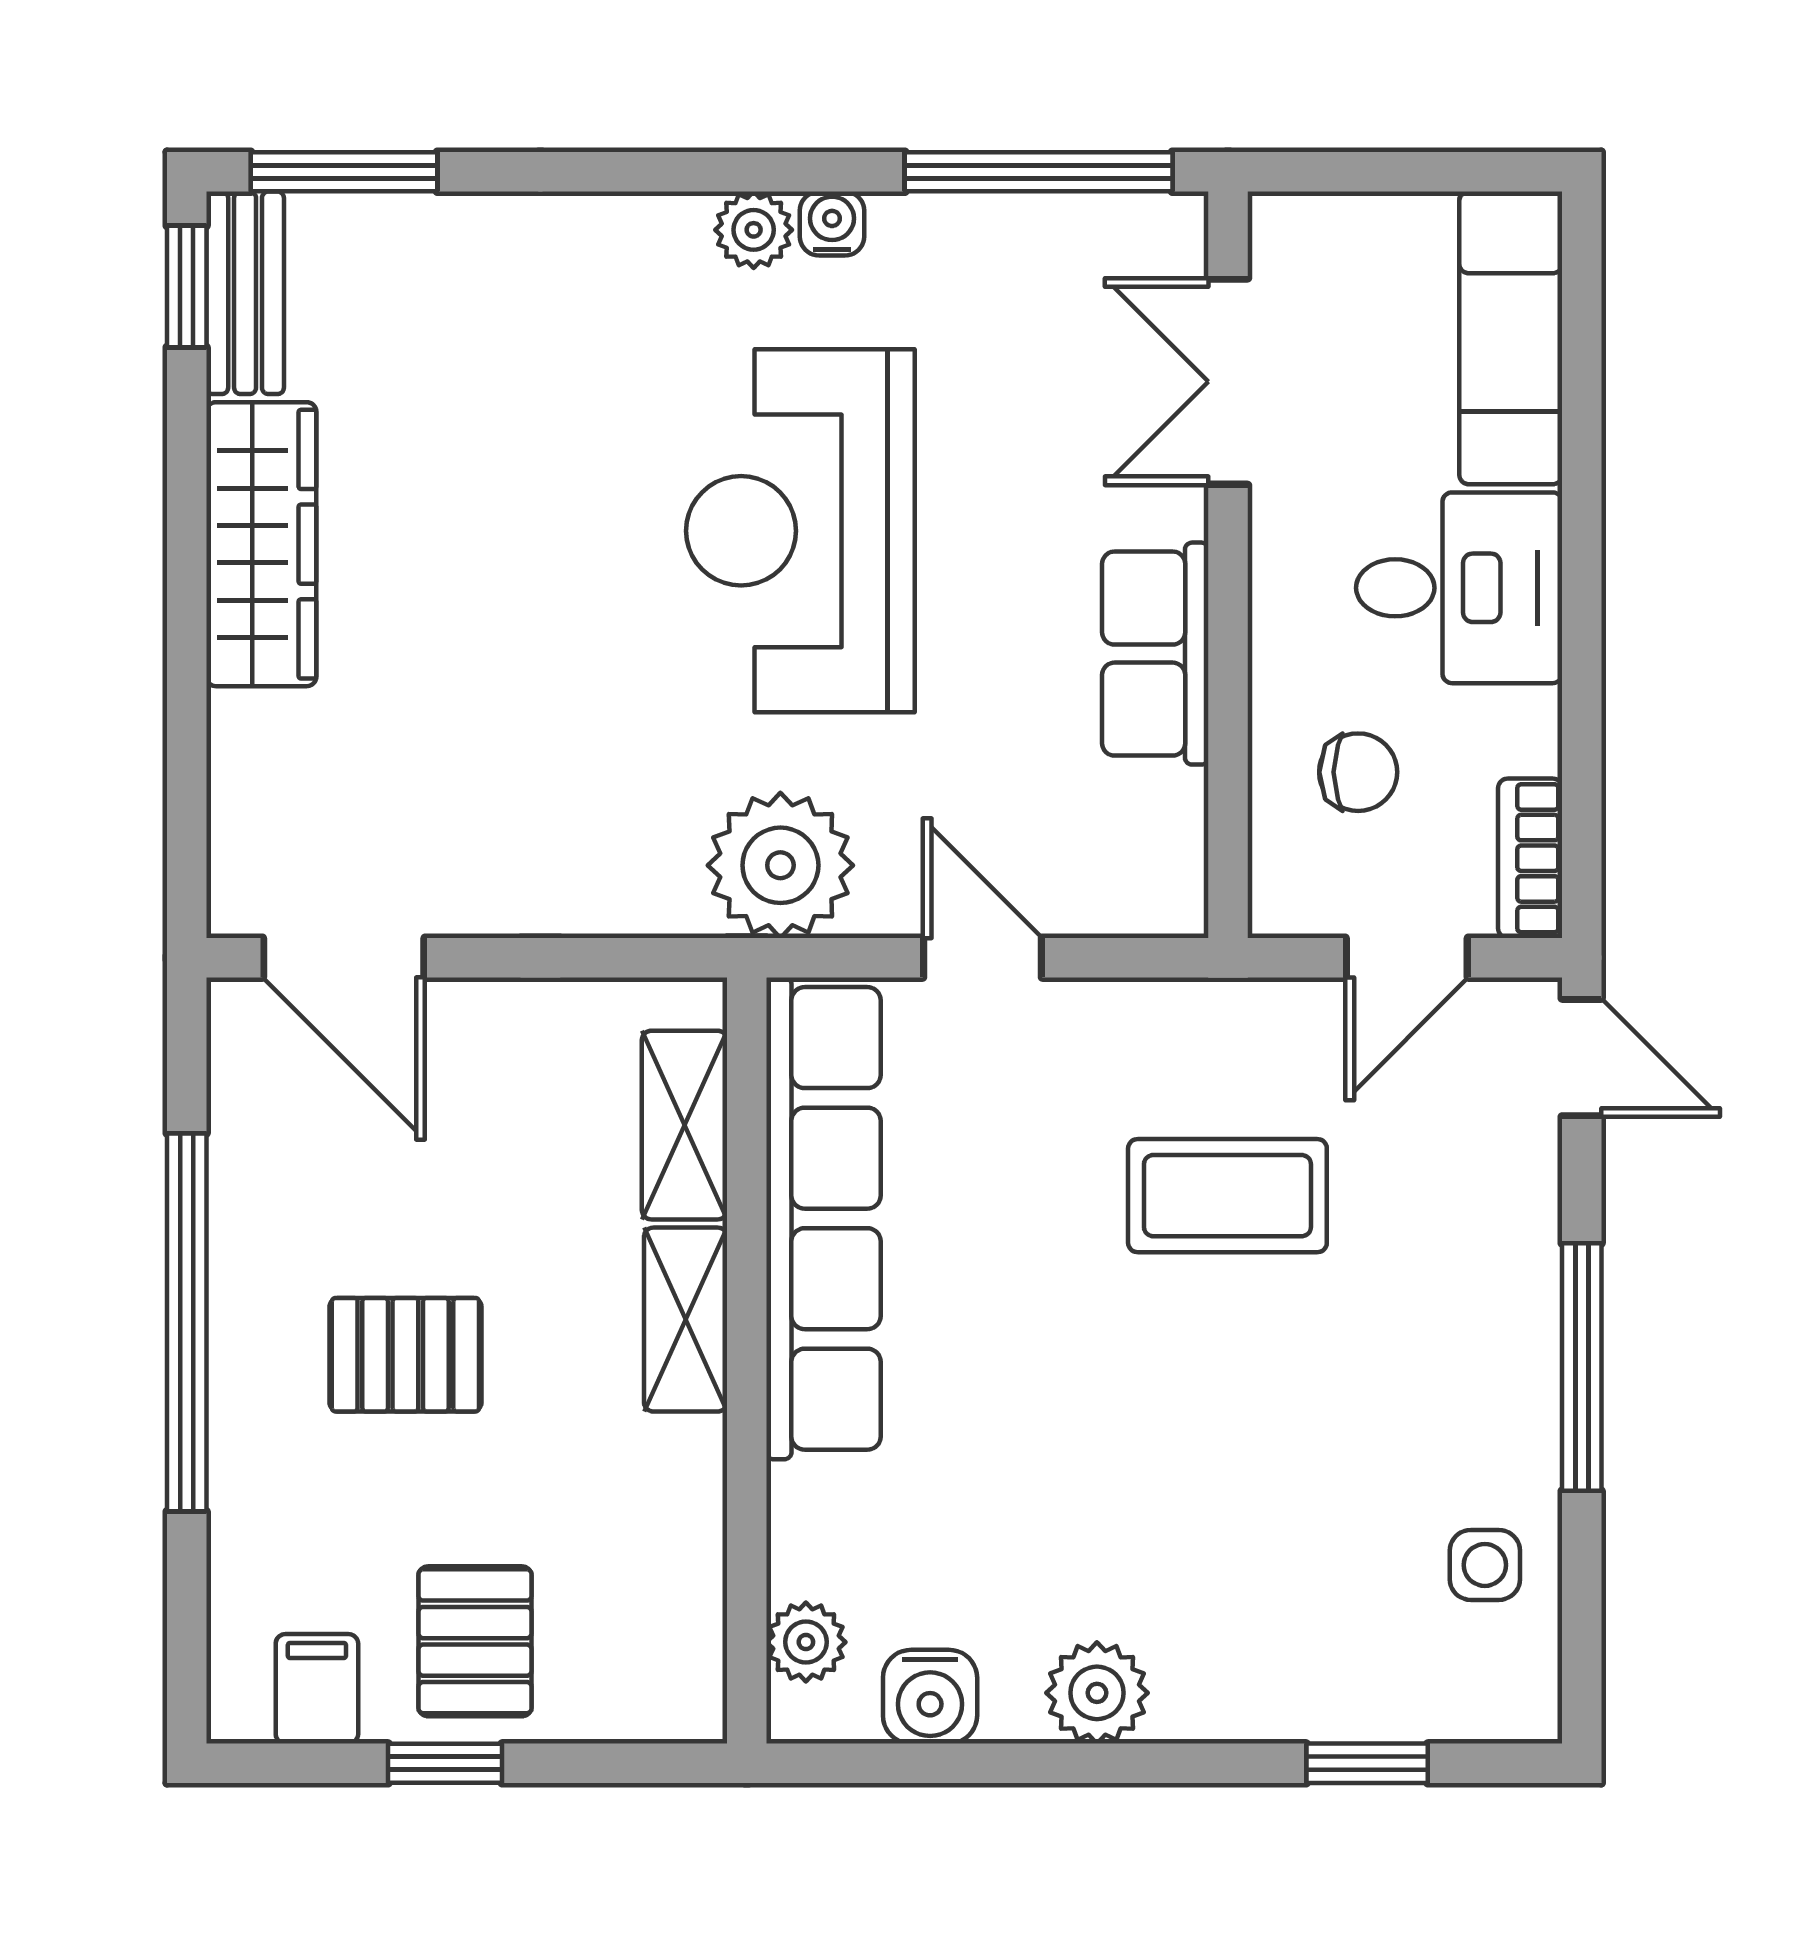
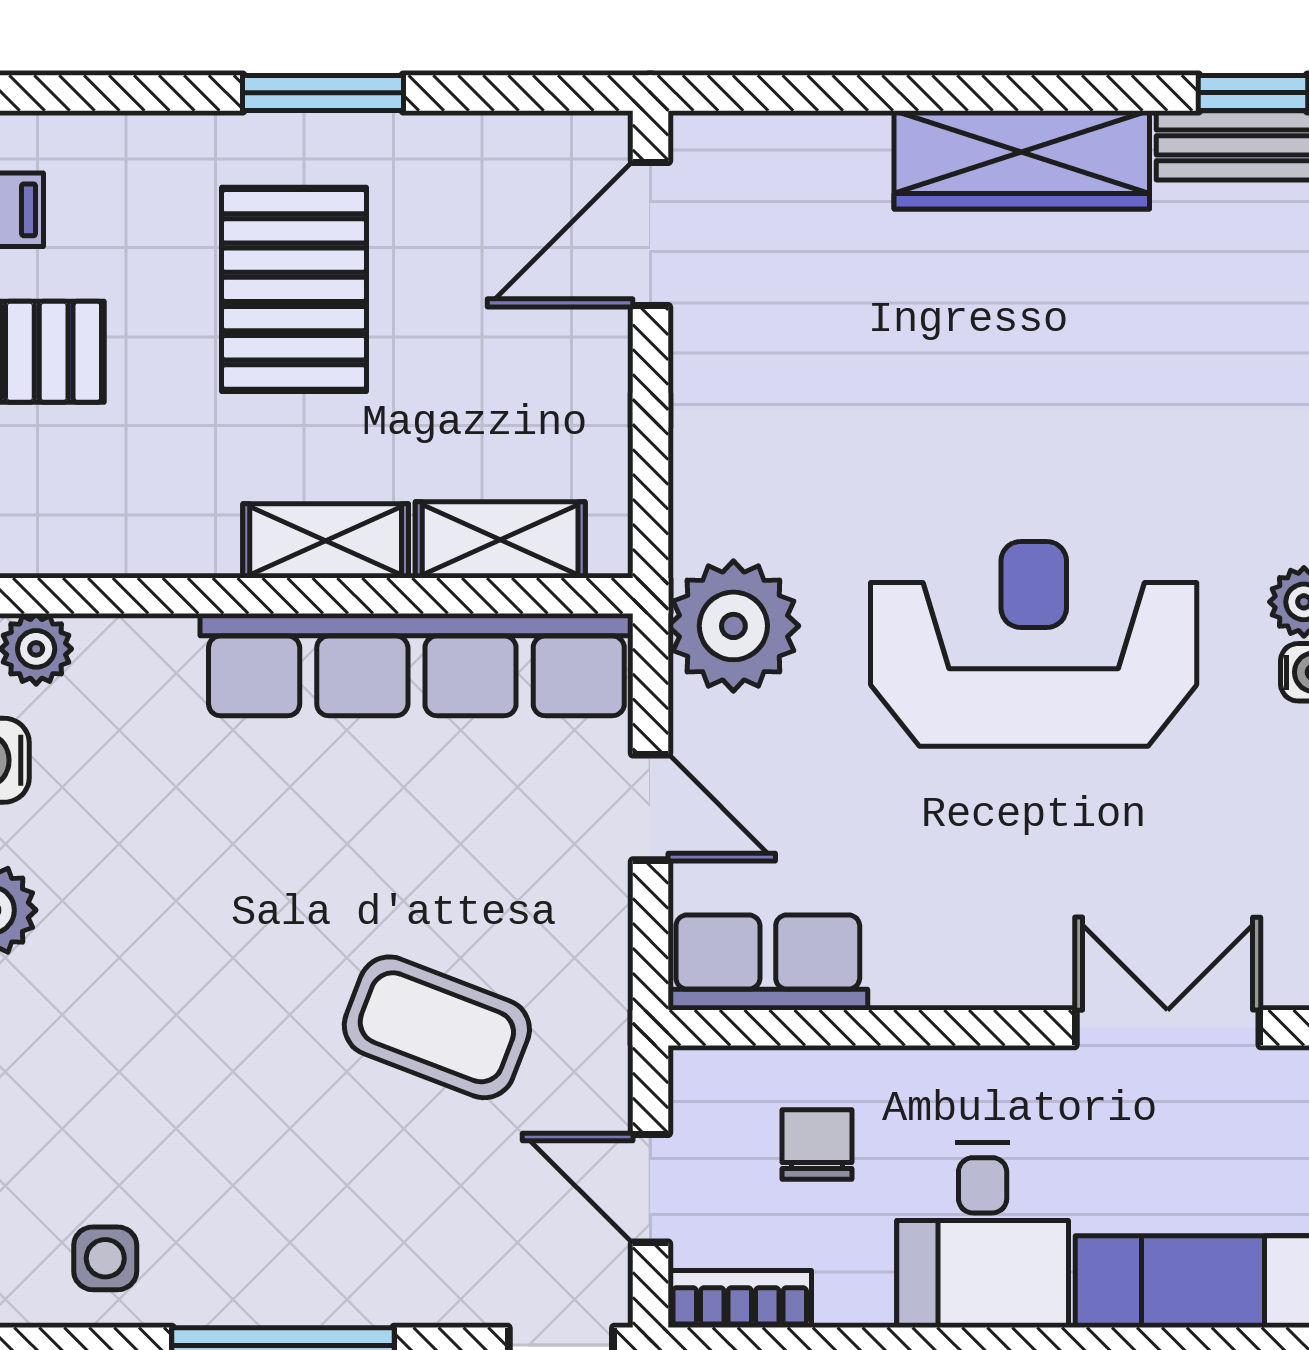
row of seats: (1155, 654) -> (768, 962), moved
chair: (1358, 772) -> (817, 1145), turned 180
door: (983, 958) -> (650, 807), hinge flipped
coffee table: (1227, 1196) -> (437, 1027), turned -69
window: (187, 1322) -> (323, 93), width x0.47
pallet: (405, 1355) -> (294, 289), width x1.50, depth x1.42

